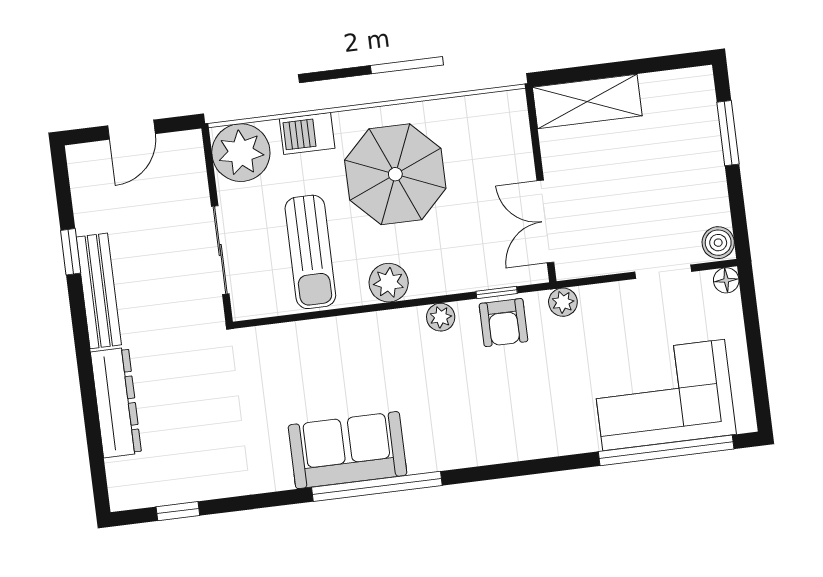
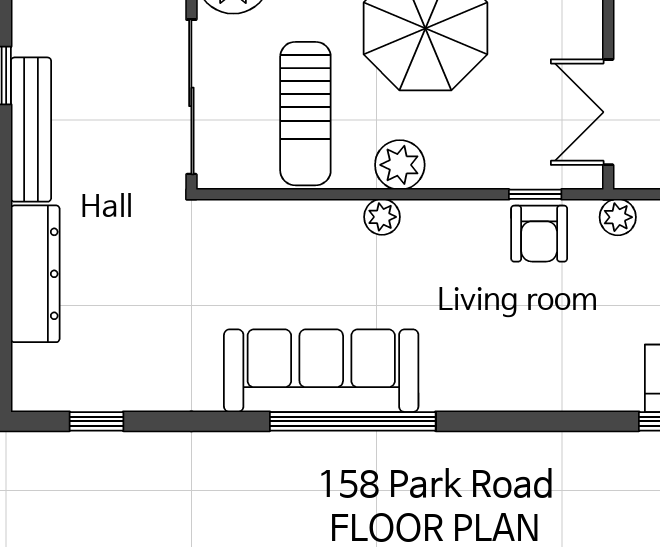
sliding door: (220, 250) -> (191, 97), width x1.37
plant: (441, 317) -> (382, 217), moved
sofa: (347, 450) -> (321, 371), width x1.36

